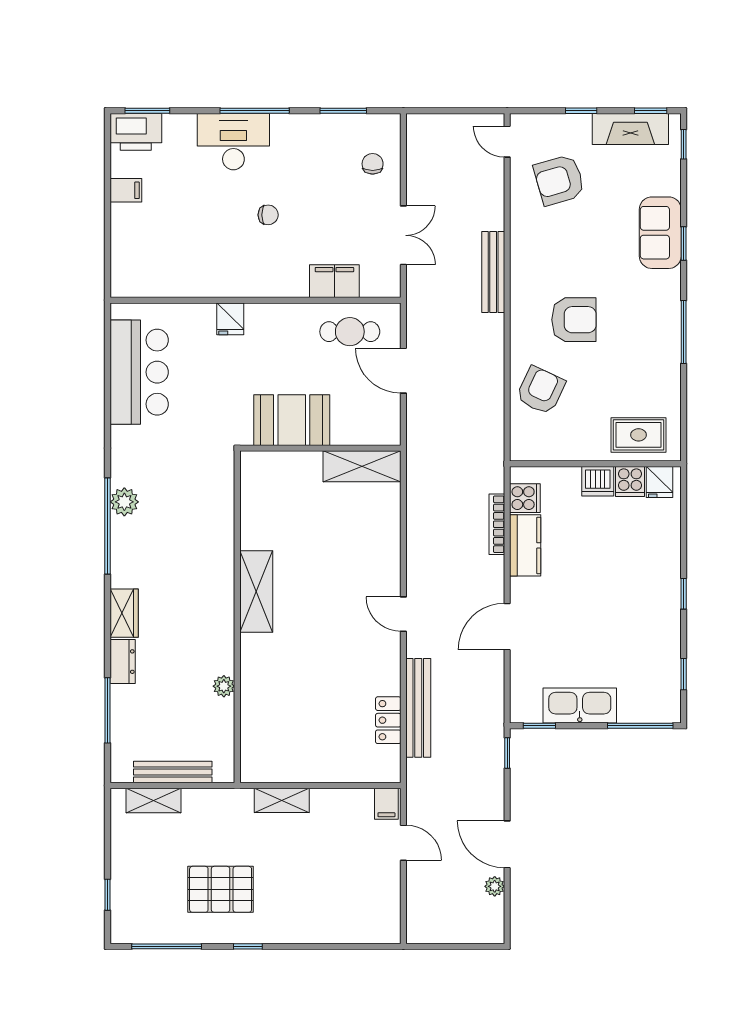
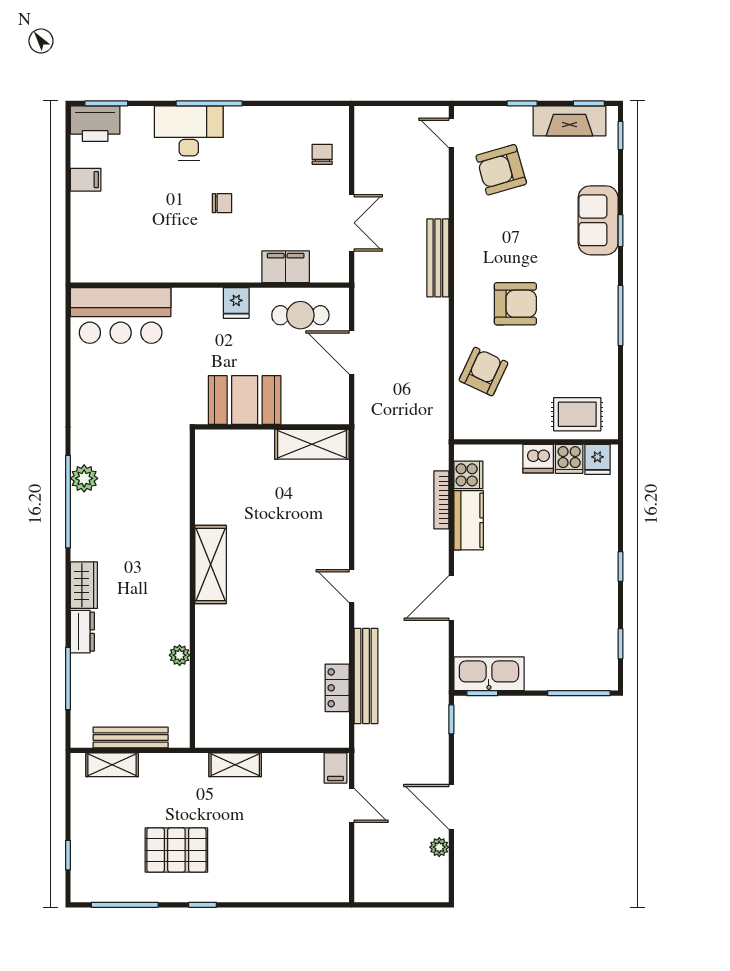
window: (343, 111) -> (294, 103), removed
fridge: (230, 319) -> (236, 303), moved
bar counter: (139, 372) -> (121, 315), moved, turned 90
kitchen sink: (580, 706) -> (489, 674), moved

